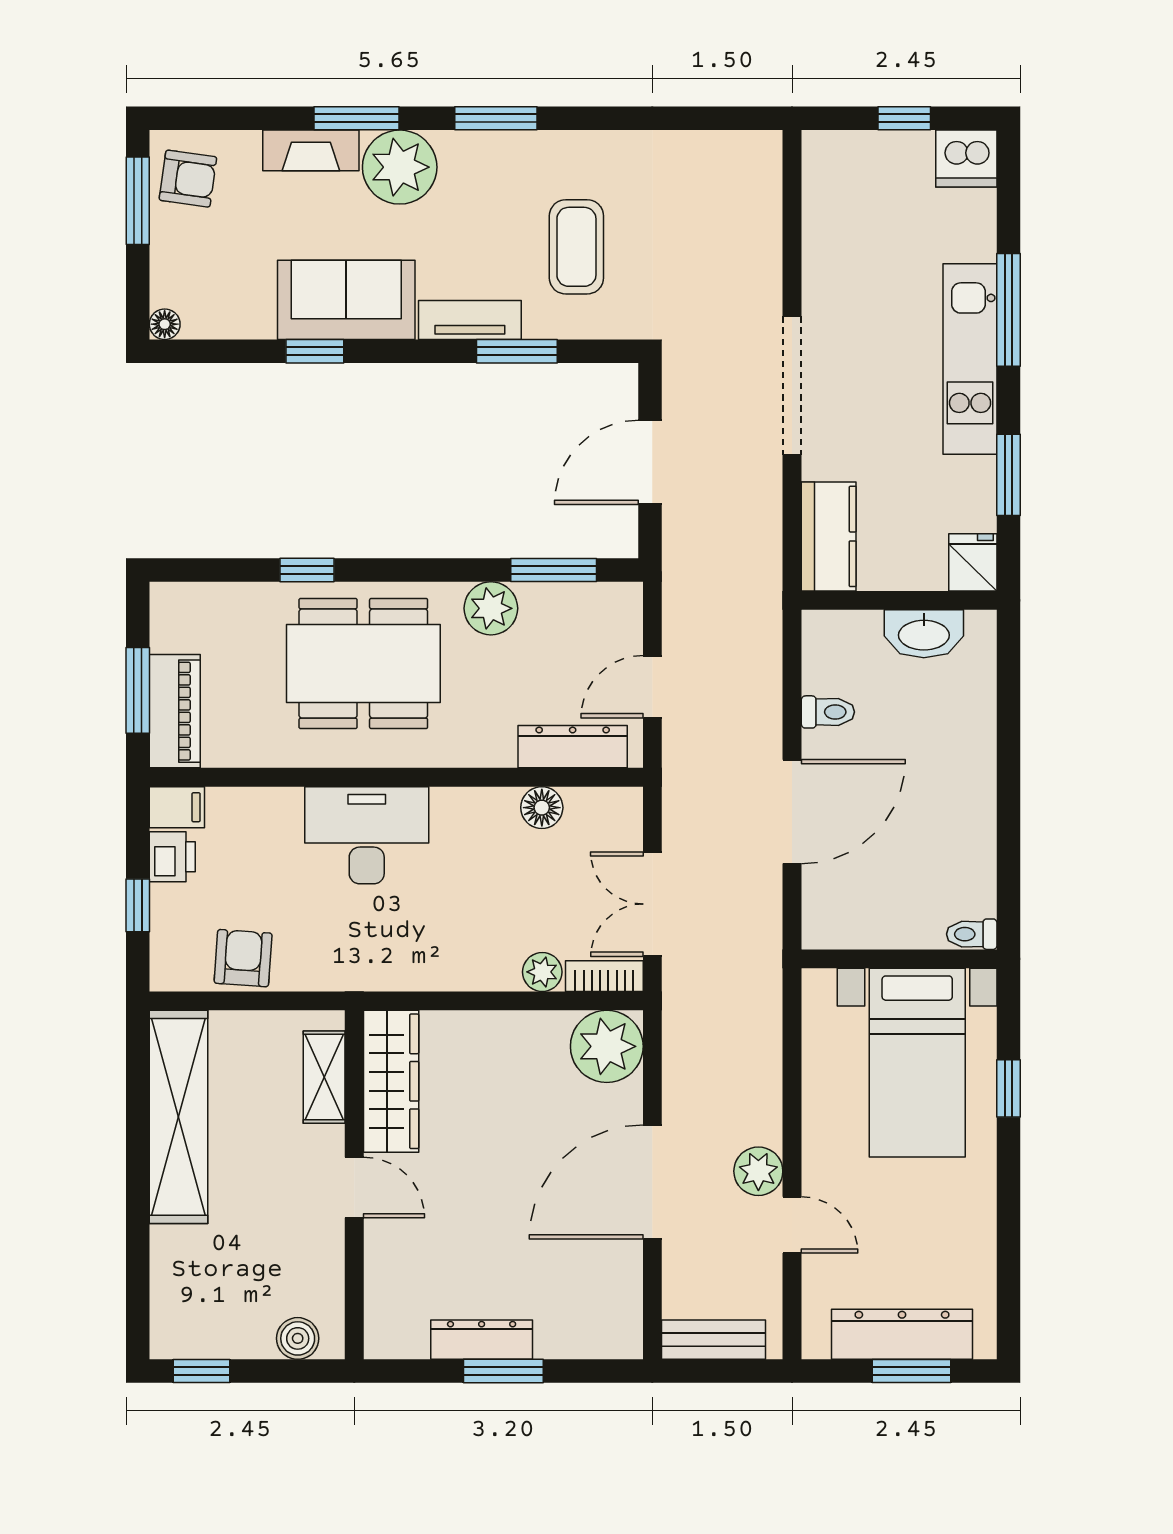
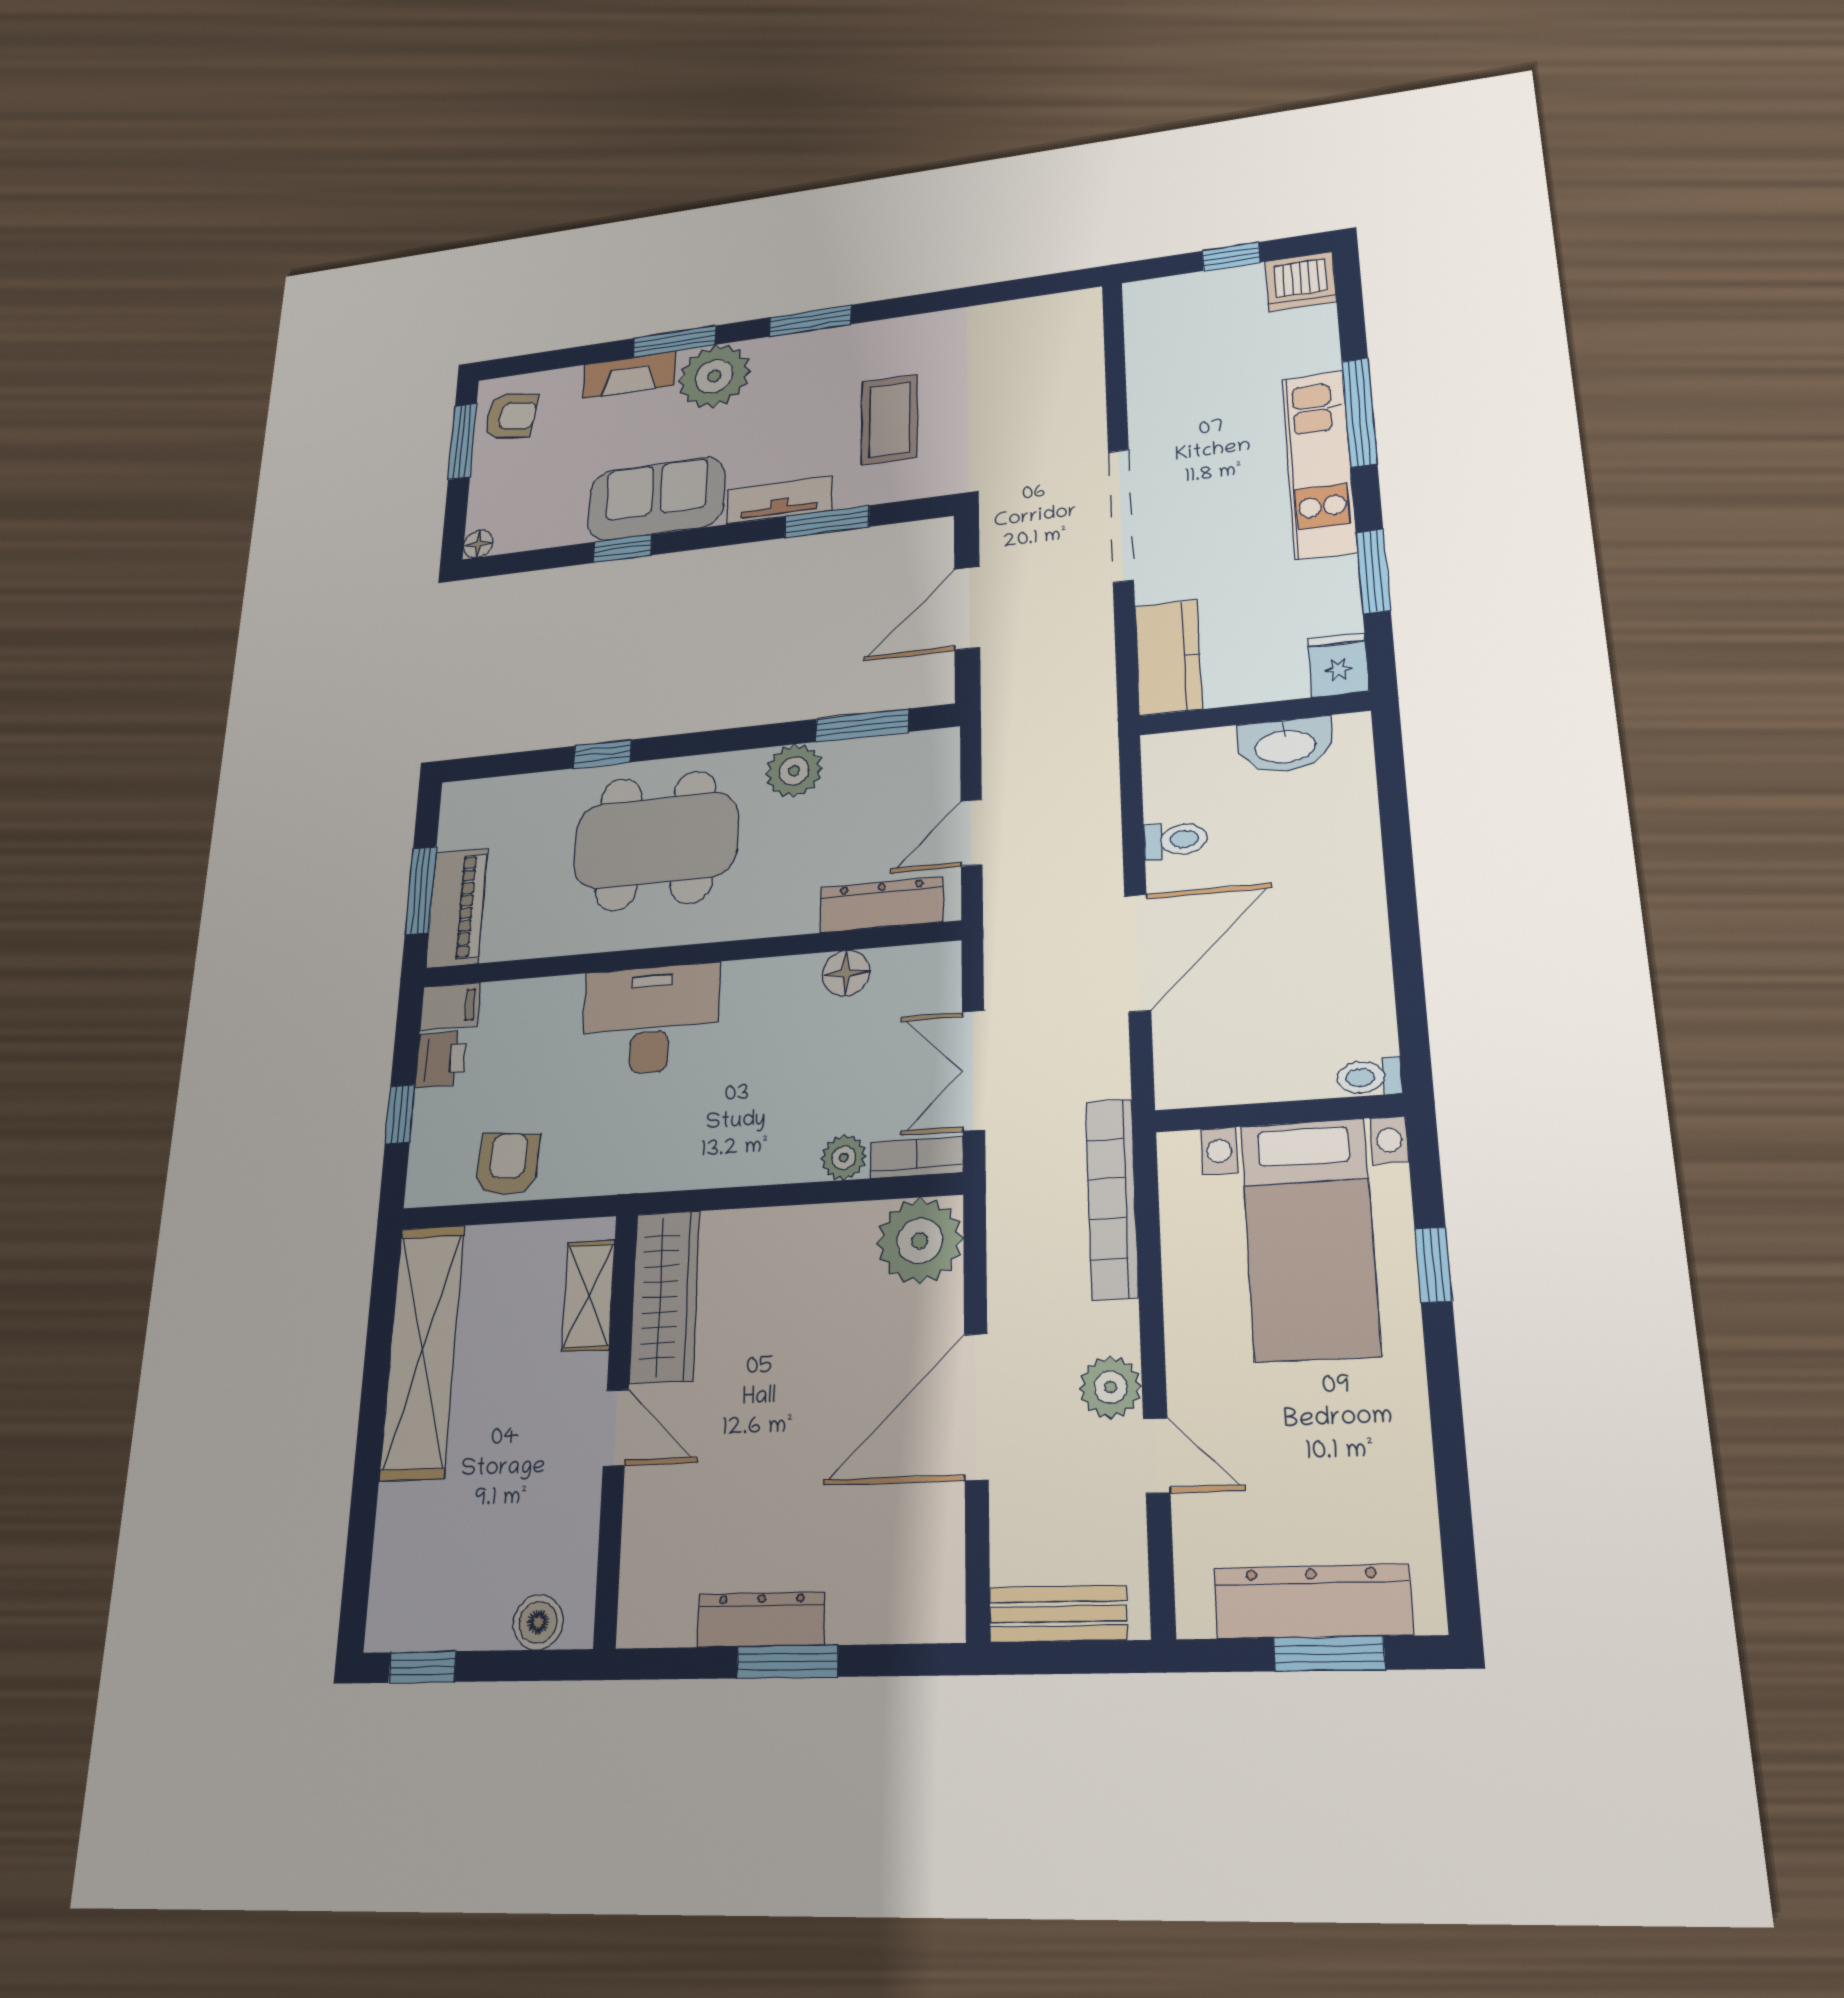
bookcase: (764, 1021) -> (1112, 1198), added

